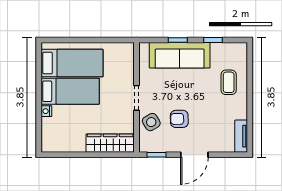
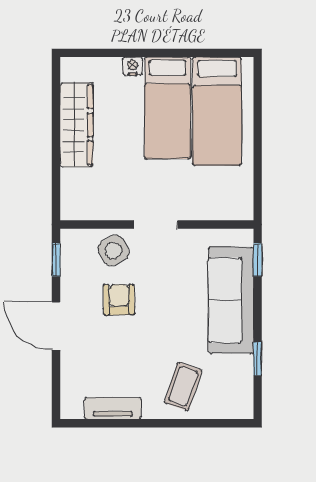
window: (178, 40) -> (258, 260), moved
coffee table: (229, 82) -> (183, 386), turned -71
tv unit: (241, 136) -> (113, 408), moved
wardrobe: (110, 143) -> (76, 125), moved

